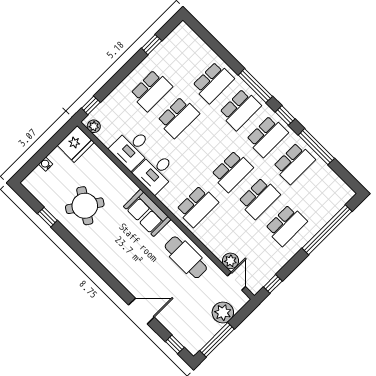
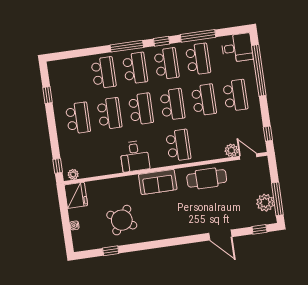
school desk: (205, 144) -> (141, 109), added
desk: (132, 148) -> (237, 48), moved, turned -90
door: (141, 311) -> (220, 235), swing flipped
plant: (223, 313) -> (265, 203), moved

